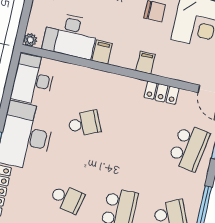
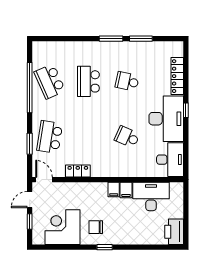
plant: (30, 40) -> (179, 187), removed
filing cabinet: (146, 63) -> (114, 190), moved
school desk: (84, 124) -> (127, 137), turned 48

